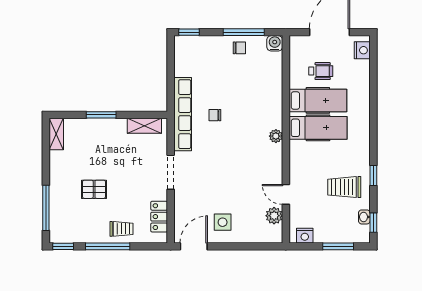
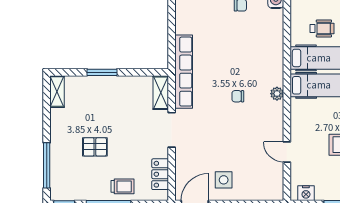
chair: (215, 115) -> (238, 96), moved
shelving: (144, 126) -> (161, 93), moved, turned 90
plant: (274, 216) -> (275, 173), removed

